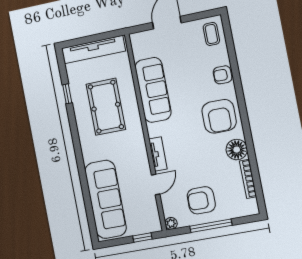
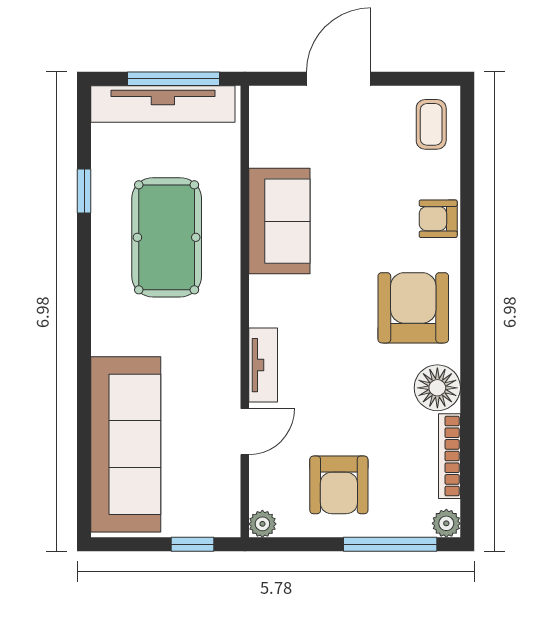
window: (96, 38) -> (174, 79), added
sofa: (153, 90) -> (279, 221), width x0.73
armchair: (219, 116) -> (413, 308), turned 180
armchair: (201, 200) -> (339, 485), turned -90
plant: (252, 209) -> (446, 523), added
window: (211, 226) -> (390, 544), moved

